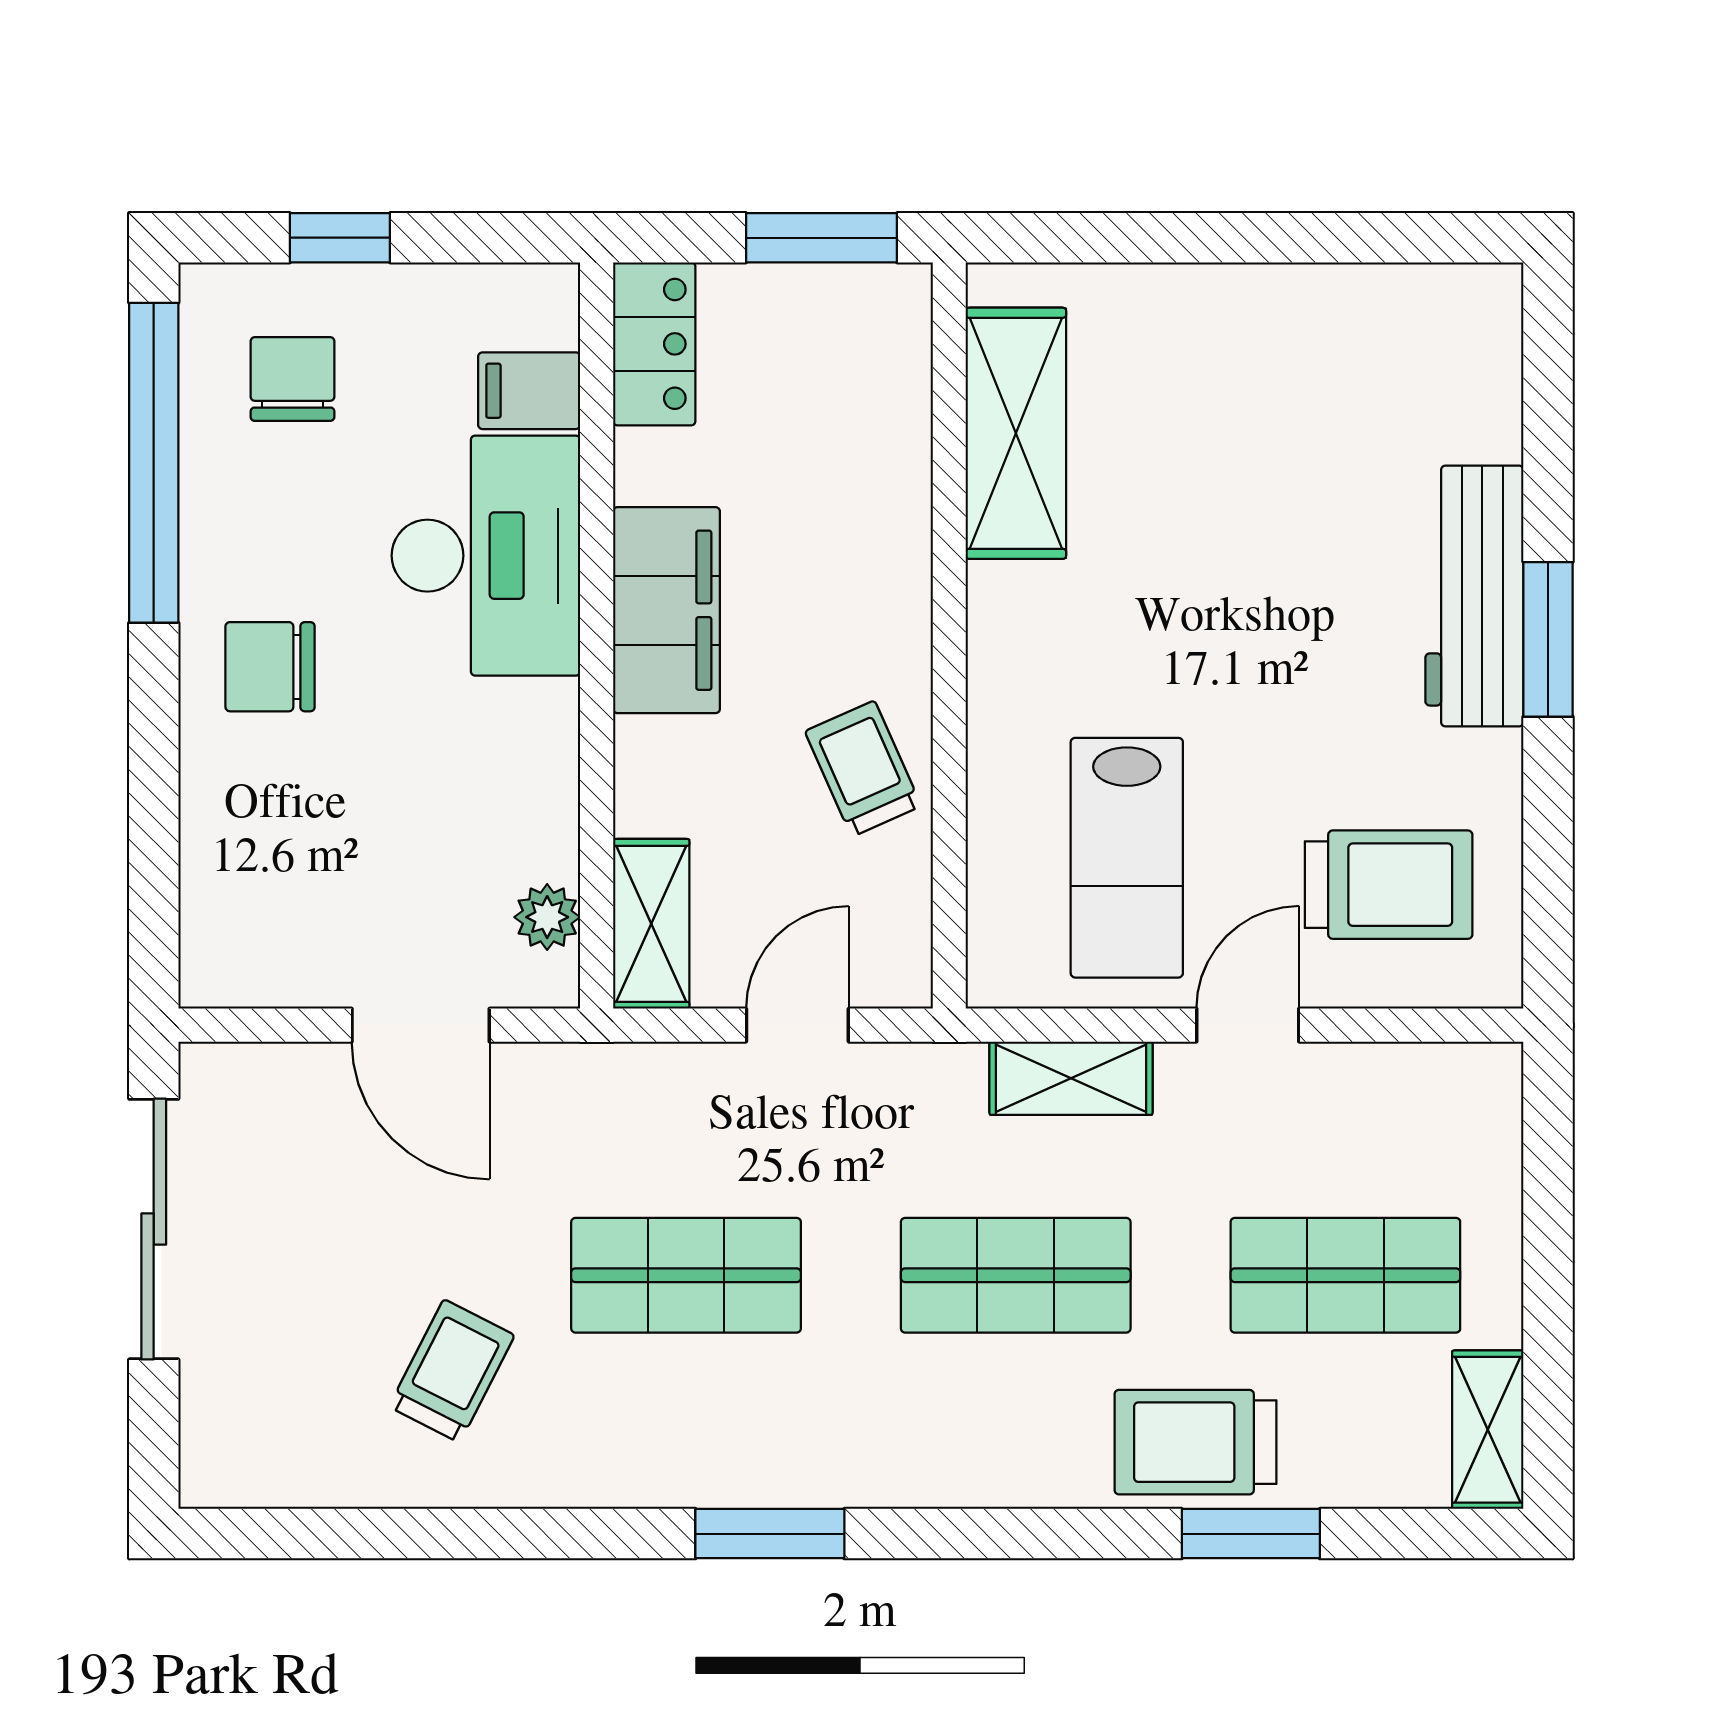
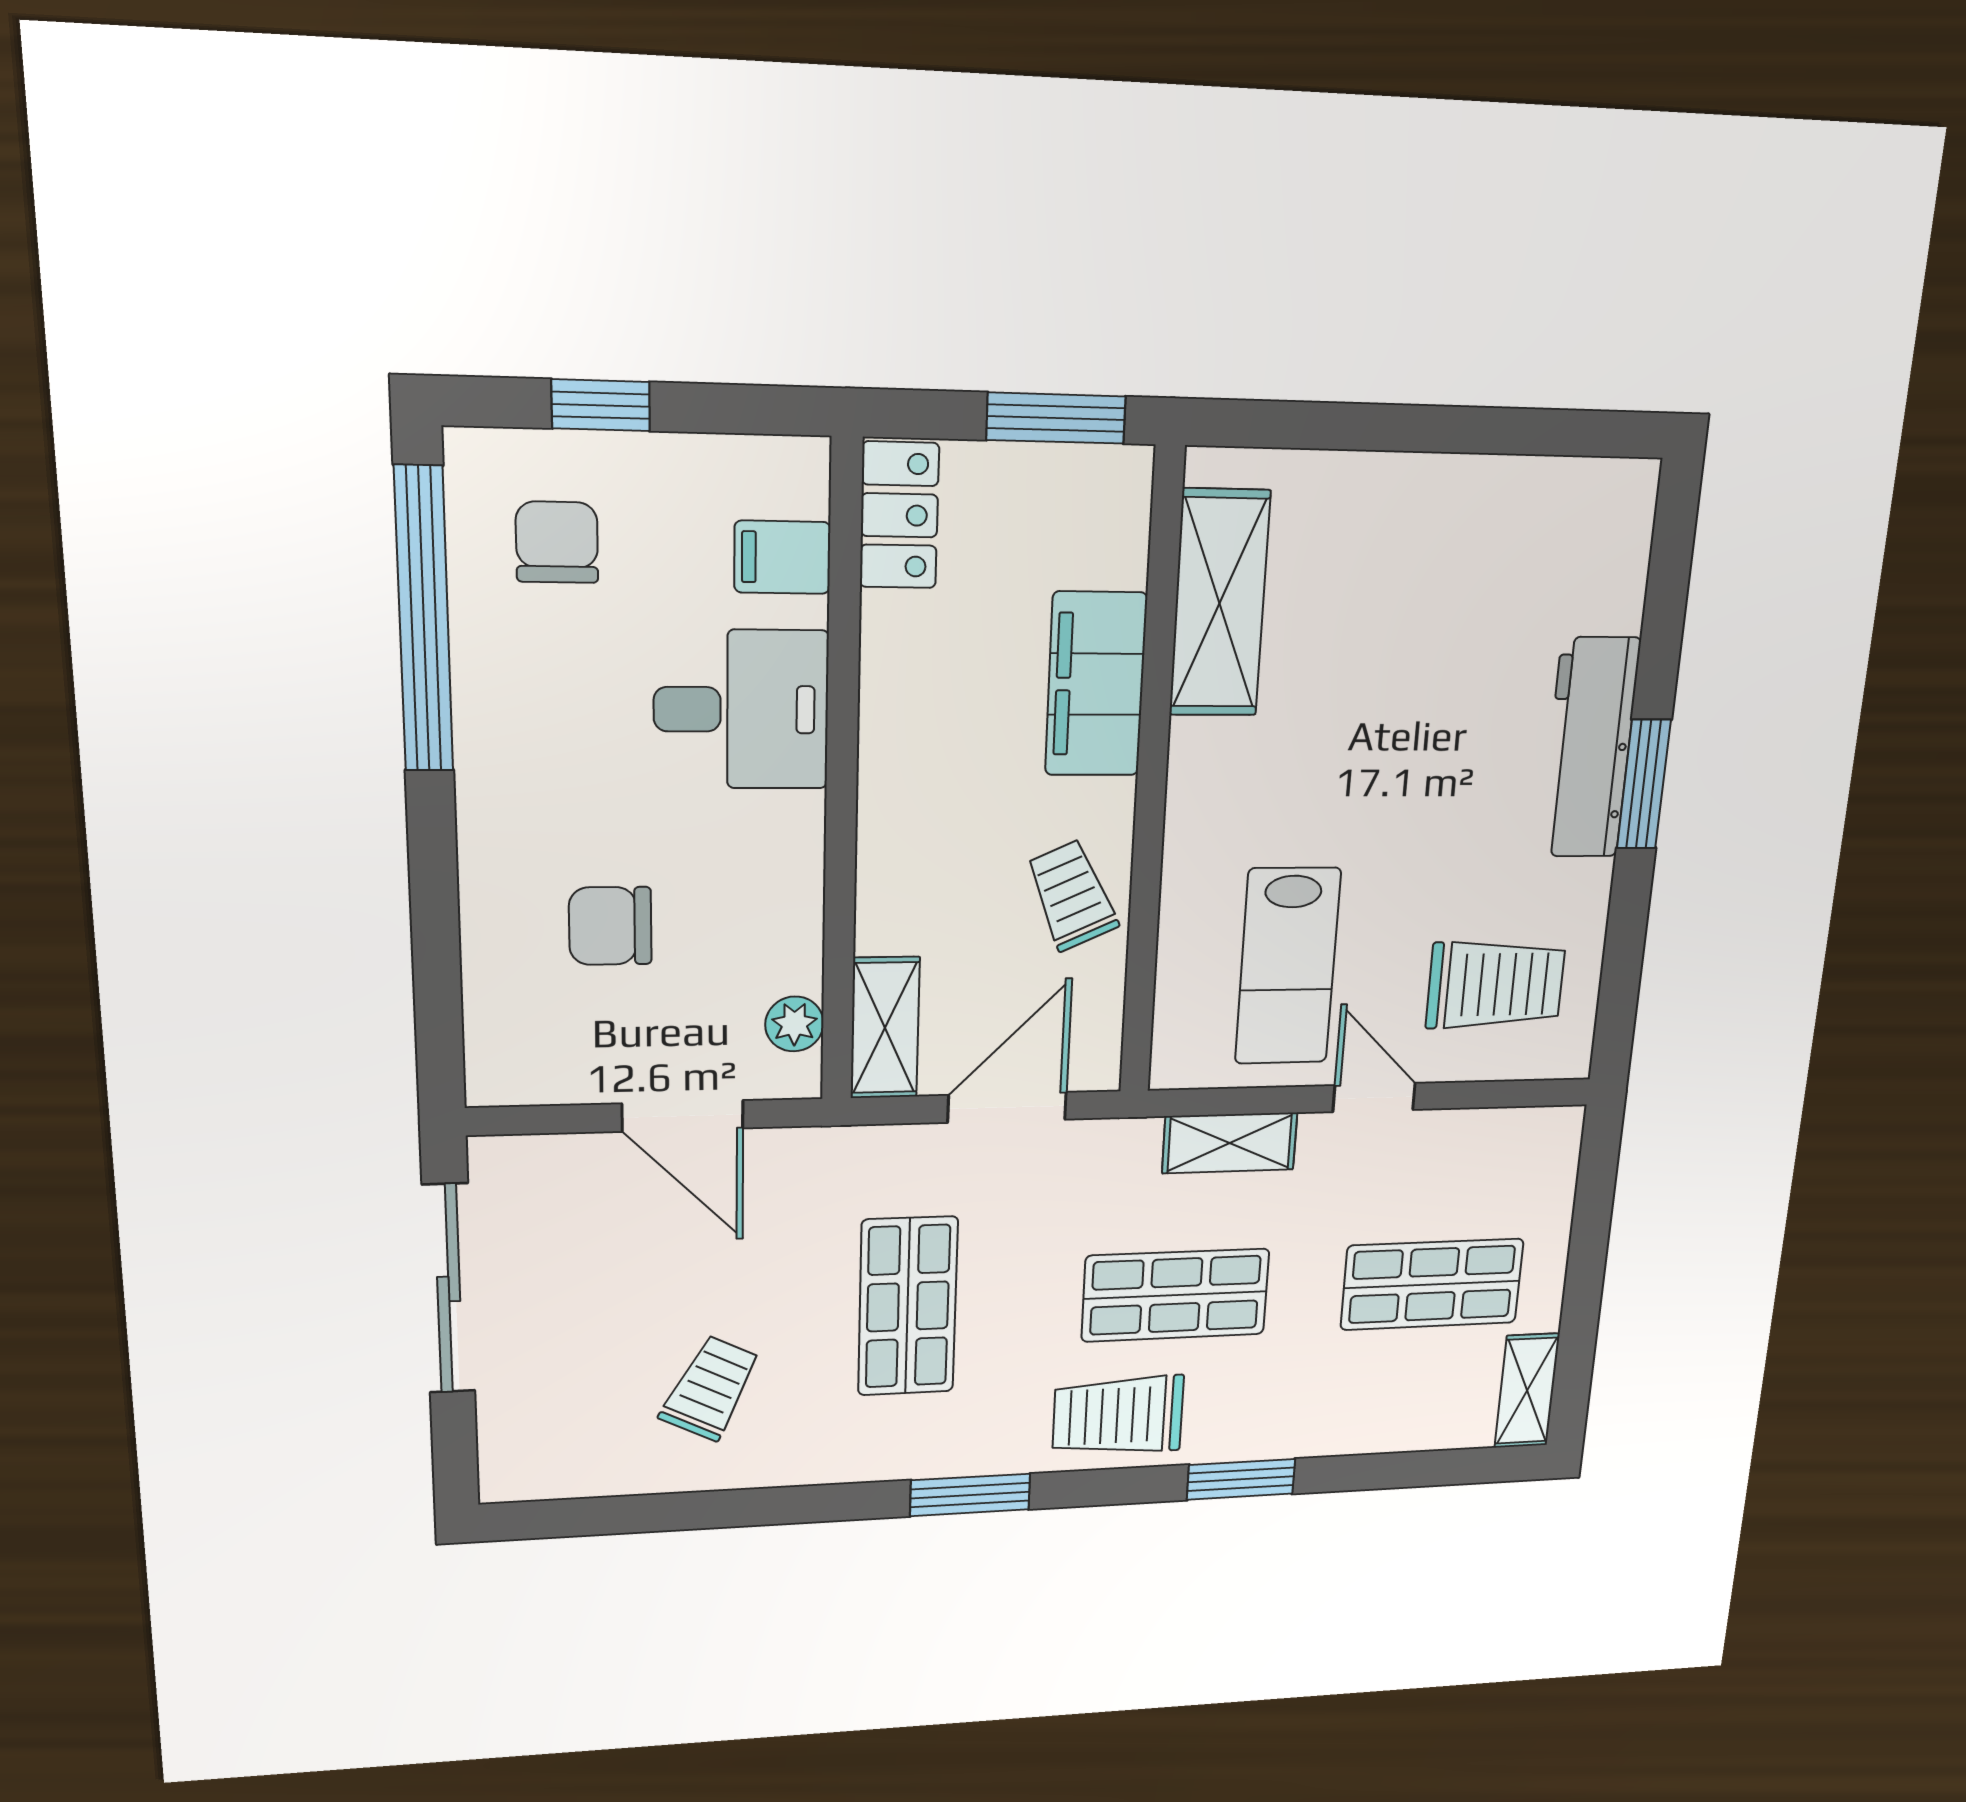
desk: (486, 556) -> (741, 709), width x0.73
filing cabinet: (666, 610) -> (1096, 684), moved, turned 180
chair: (270, 667) -> (610, 926), moved
door: (797, 1025) -> (1007, 1107), width x1.38
door: (1248, 1025) -> (1374, 1098), hinge flipped
shop shelf: (686, 1275) -> (908, 1306), turned 90
trolley: (1196, 1442) -> (1118, 1416), moved
window: (1251, 1534) -> (1241, 1479), moved

